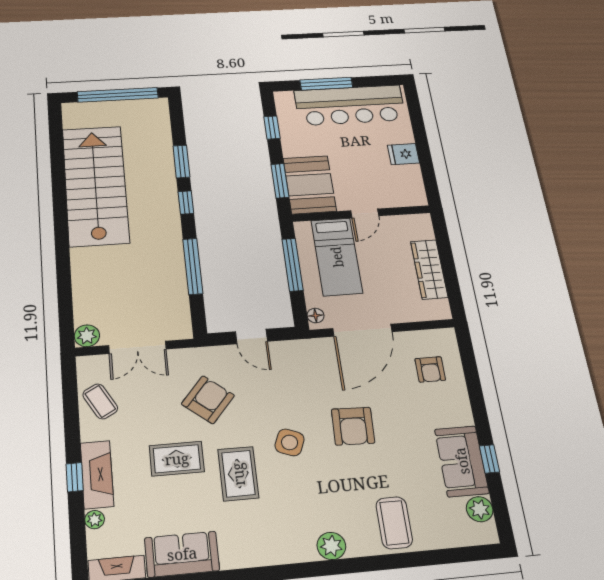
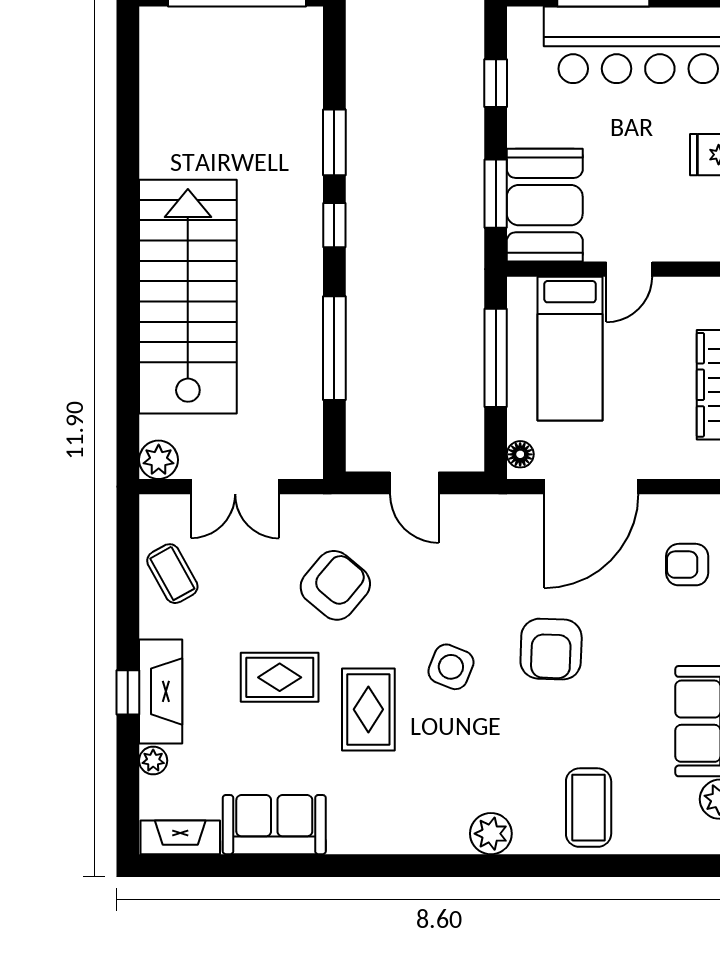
stairs: (95, 185) -> (188, 297), moved
armchair: (430, 369) -> (687, 565), turned 90

